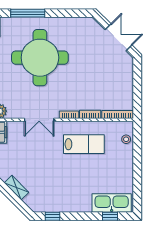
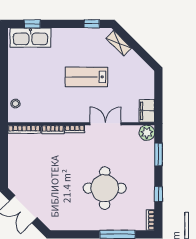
round table: (40, 58) -> (105, 188), width x0.73, depth x0.73
lab bench: (84, 144) -> (87, 77), moved
shelving: (16, 188) -> (119, 43), moved

